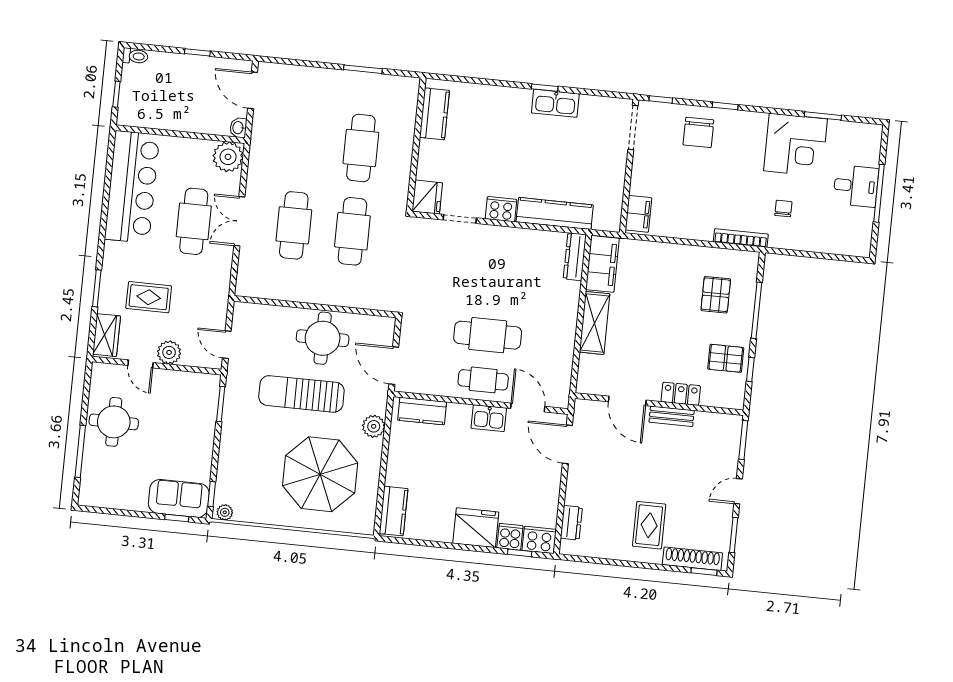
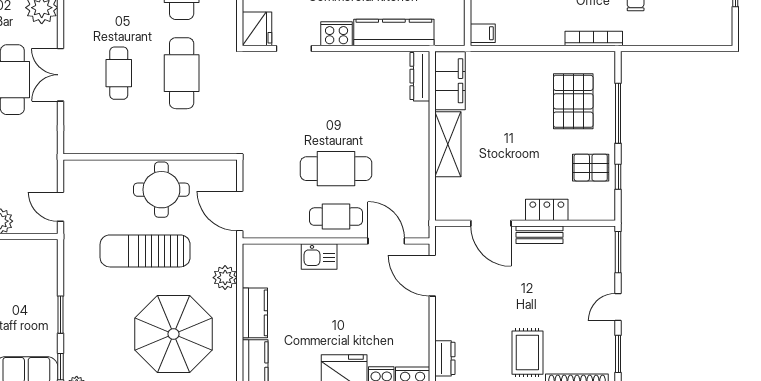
filing cabinet: (638, 214) -> (483, 33), width x0.50
cafe table: (294, 225) -> (119, 73), width x0.73, depth x0.74
pallet: (716, 295) -> (573, 101), width x1.50, depth x1.42
window: (221, 404) -> (61, 315), moved
kitchen counter: (422, 411) -> (255, 313), moved, turned -90
kitchen sink: (489, 418) -> (319, 256), moved

